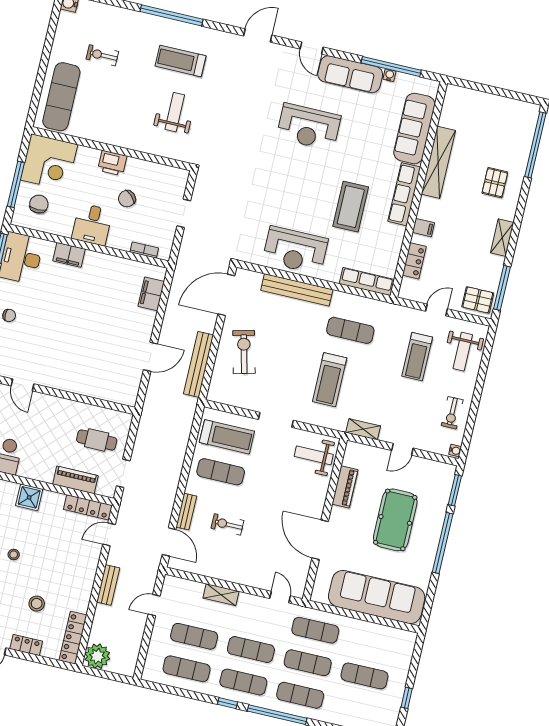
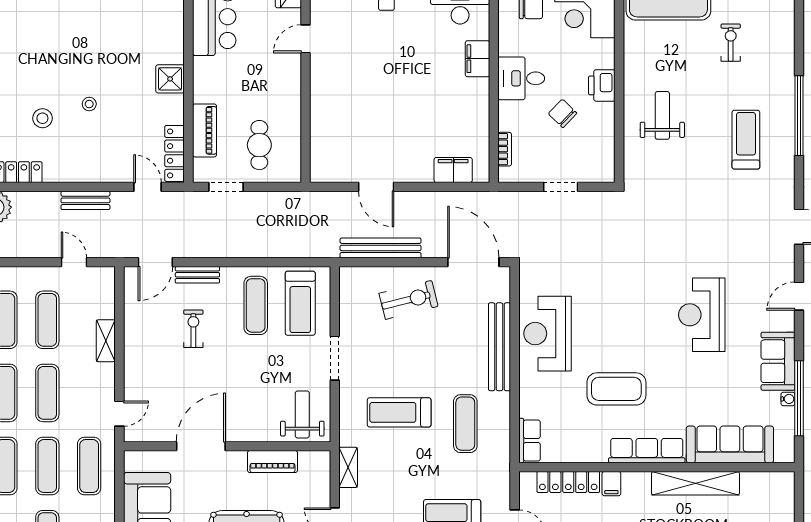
sofa: (350, 74) -> (778, 361), width x0.73
weight bench: (175, 112) -> (662, 115), moved, turned -90
locker: (414, 261) -> (568, 482), width x1.53
row of seats: (367, 282) -> (530, 441), width x0.68
stool: (14, 555) -> (89, 104), moved

